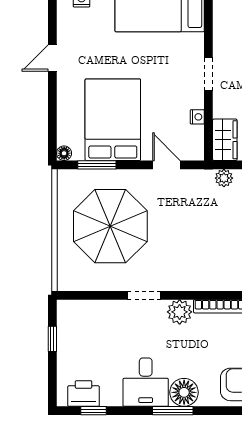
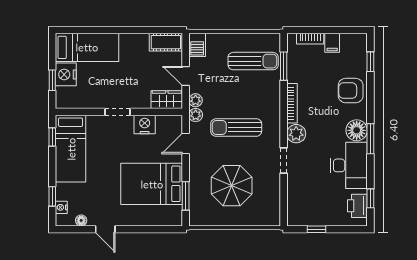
nightstand: (197, 117) -> (145, 125), width x1.89, depth x1.79
floor lamp: (64, 153) -> (81, 220), moved
plant: (204, 178) -> (196, 115), added
parasol: (110, 226) -> (232, 186), width x0.73, depth x0.73
sun lounger: (188, 232) -> (236, 127), added
desk: (146, 382) -> (349, 165), width x1.37

